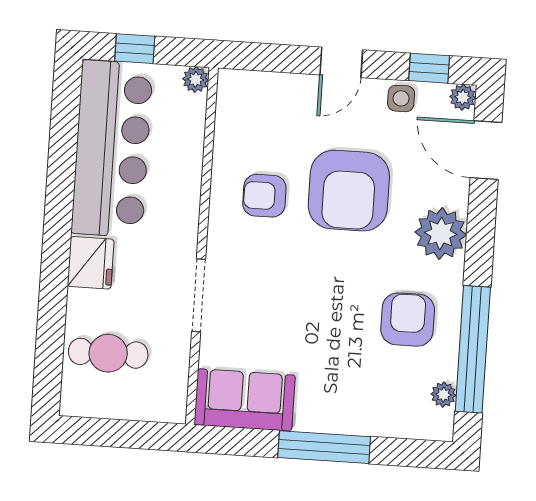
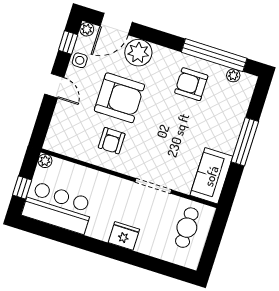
bar counter: (112, 149) -> (58, 208), width x0.73
plant: (441, 233) -> (138, 53), moved
cafe table: (108, 353) -> (187, 228), moved

